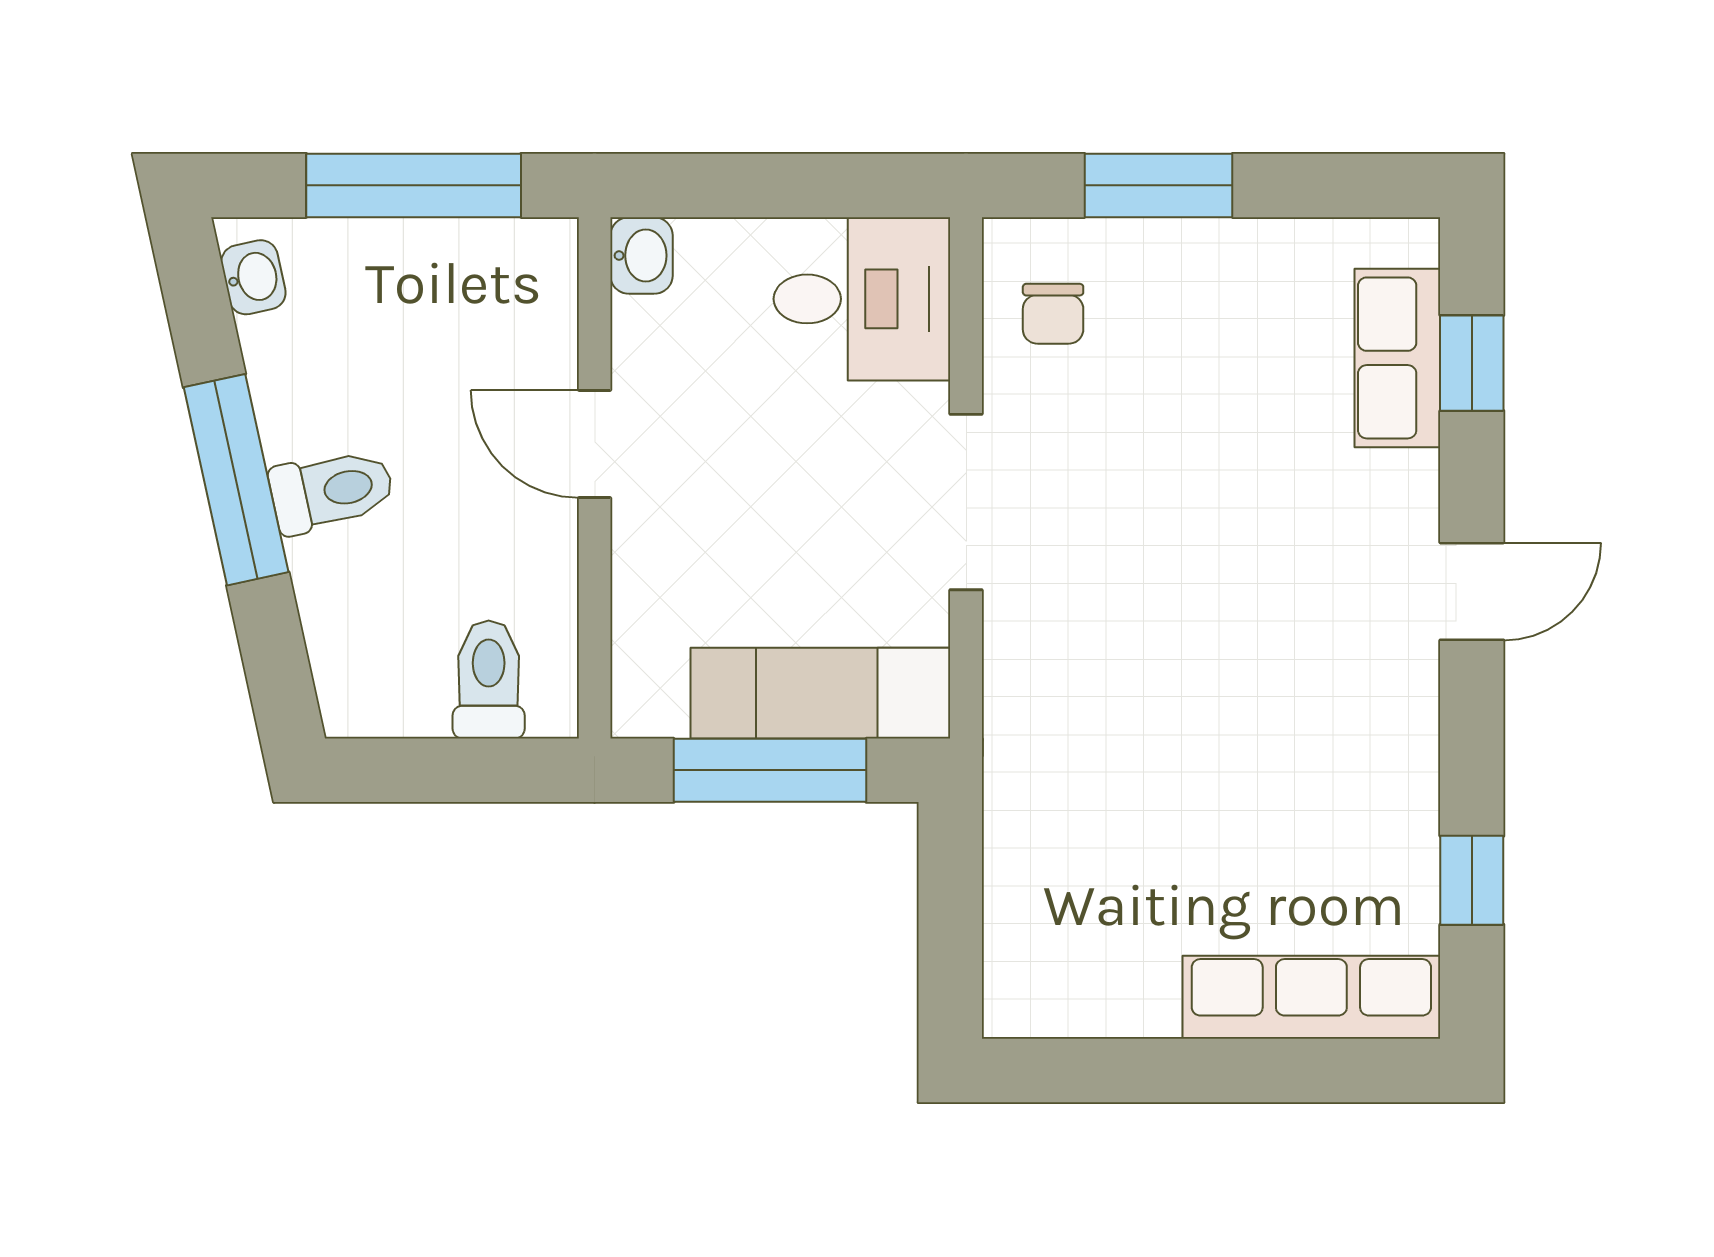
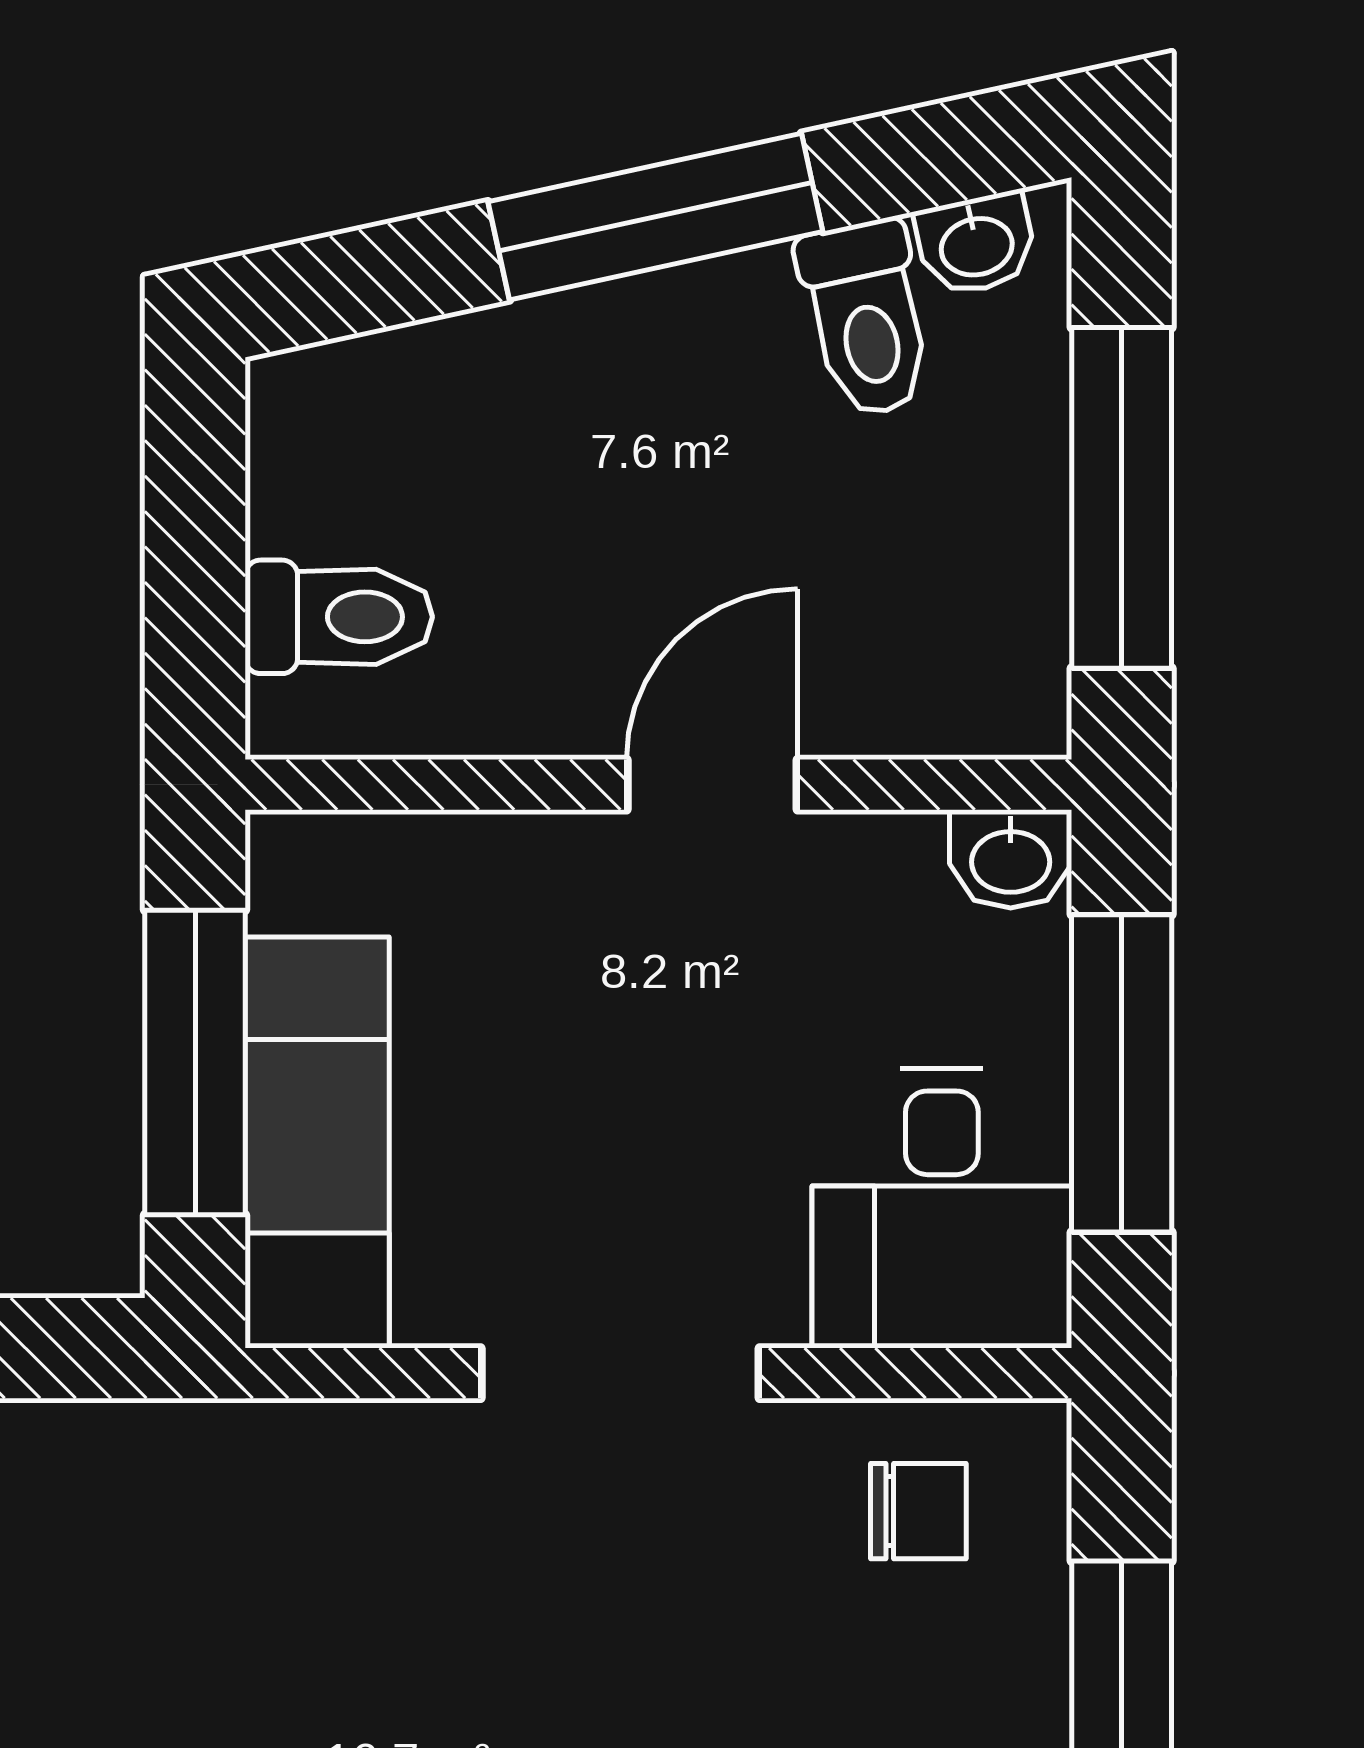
window: (777, 185) -> (1122, 1073), added
chair: (1053, 314) -> (918, 1511), turned 180
toilet: (332, 491) -> (866, 319), moved

